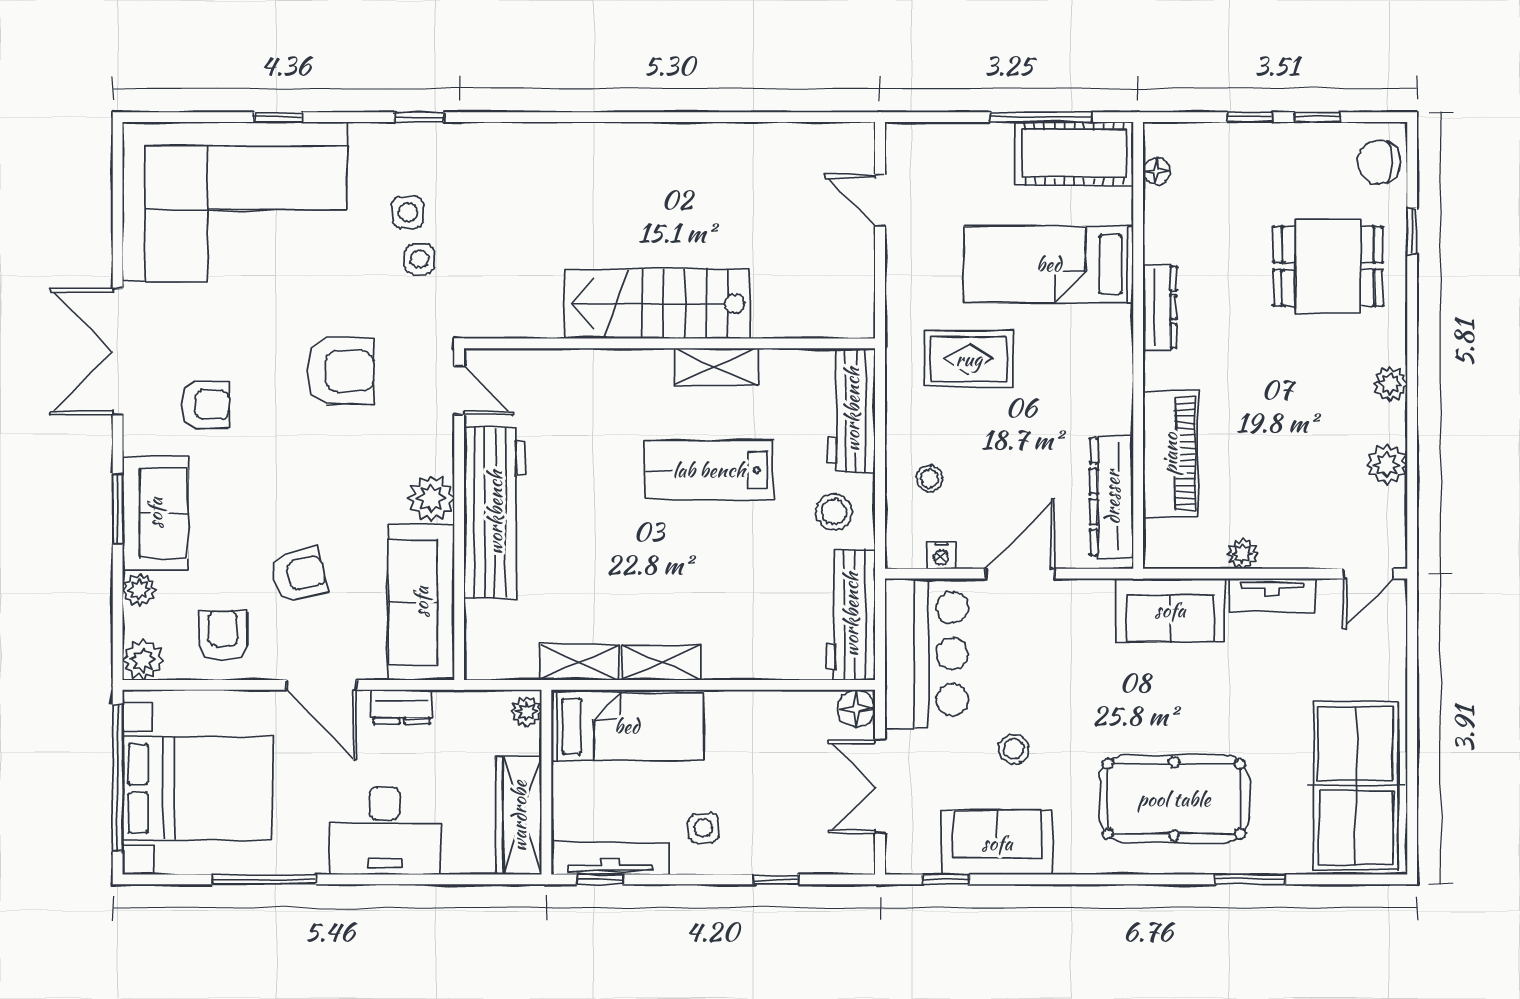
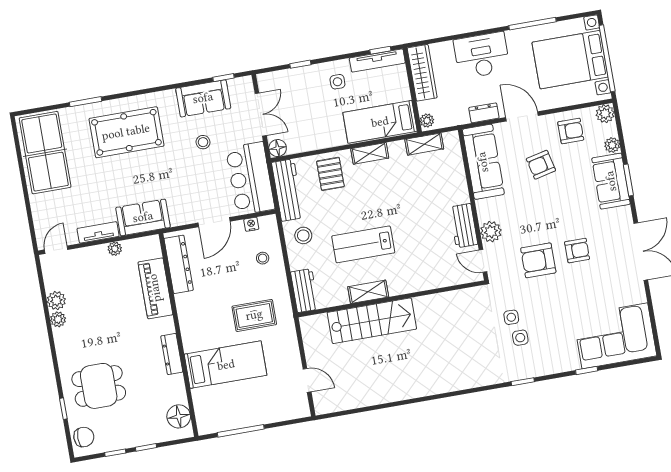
cot: (1074, 153) -> (223, 417), removed
floor lamp: (1156, 171) -> (179, 416), width x1.89, depth x1.89
corner sofa: (235, 202) -> (615, 336), width x0.73, depth x0.74
stairs: (657, 304) -> (372, 321), moved
plant: (1390, 384) -> (58, 319), moved
armchair: (205, 405) -> (577, 251), moved, turned 180
workbench: (852, 410) -> (305, 291), width x0.73
lab bench: (709, 470) -> (363, 244), turned 180
plant: (431, 498) -> (491, 232), moved
workbench: (495, 513) -> (464, 226), width x0.53, depth x0.76
pallet: (753, 633) -> (330, 174), added
armchair: (223, 636) -> (571, 131), turned -90
shelving: (579, 662) -> (424, 144), moved

